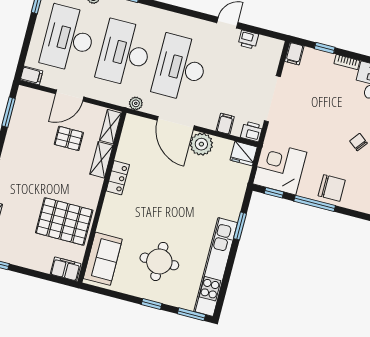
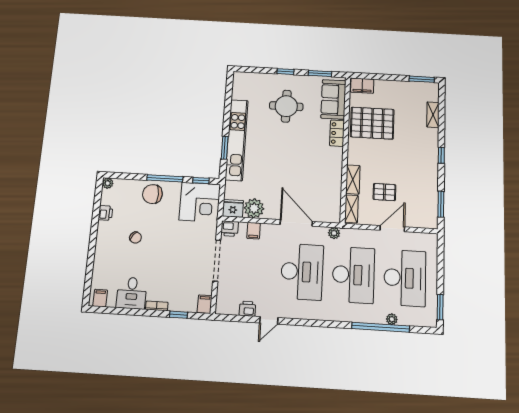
filing cabinet: (32, 75) -> (429, 239), removed
plant: (201, 144) -> (254, 208), moved
locker: (118, 178) -> (337, 133), moved
kitchen unit: (216, 267) -> (237, 140), moved
window: (191, 314) -> (320, 73), moved

